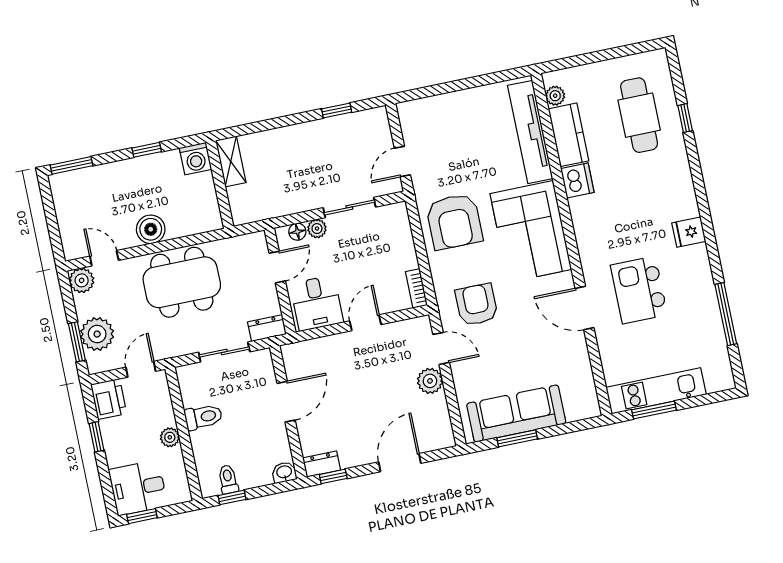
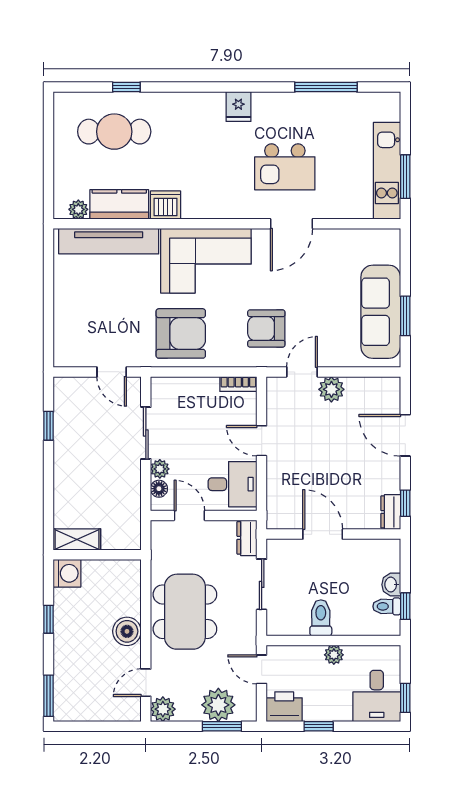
washbasin: (284, 472) -> (391, 585), moved

